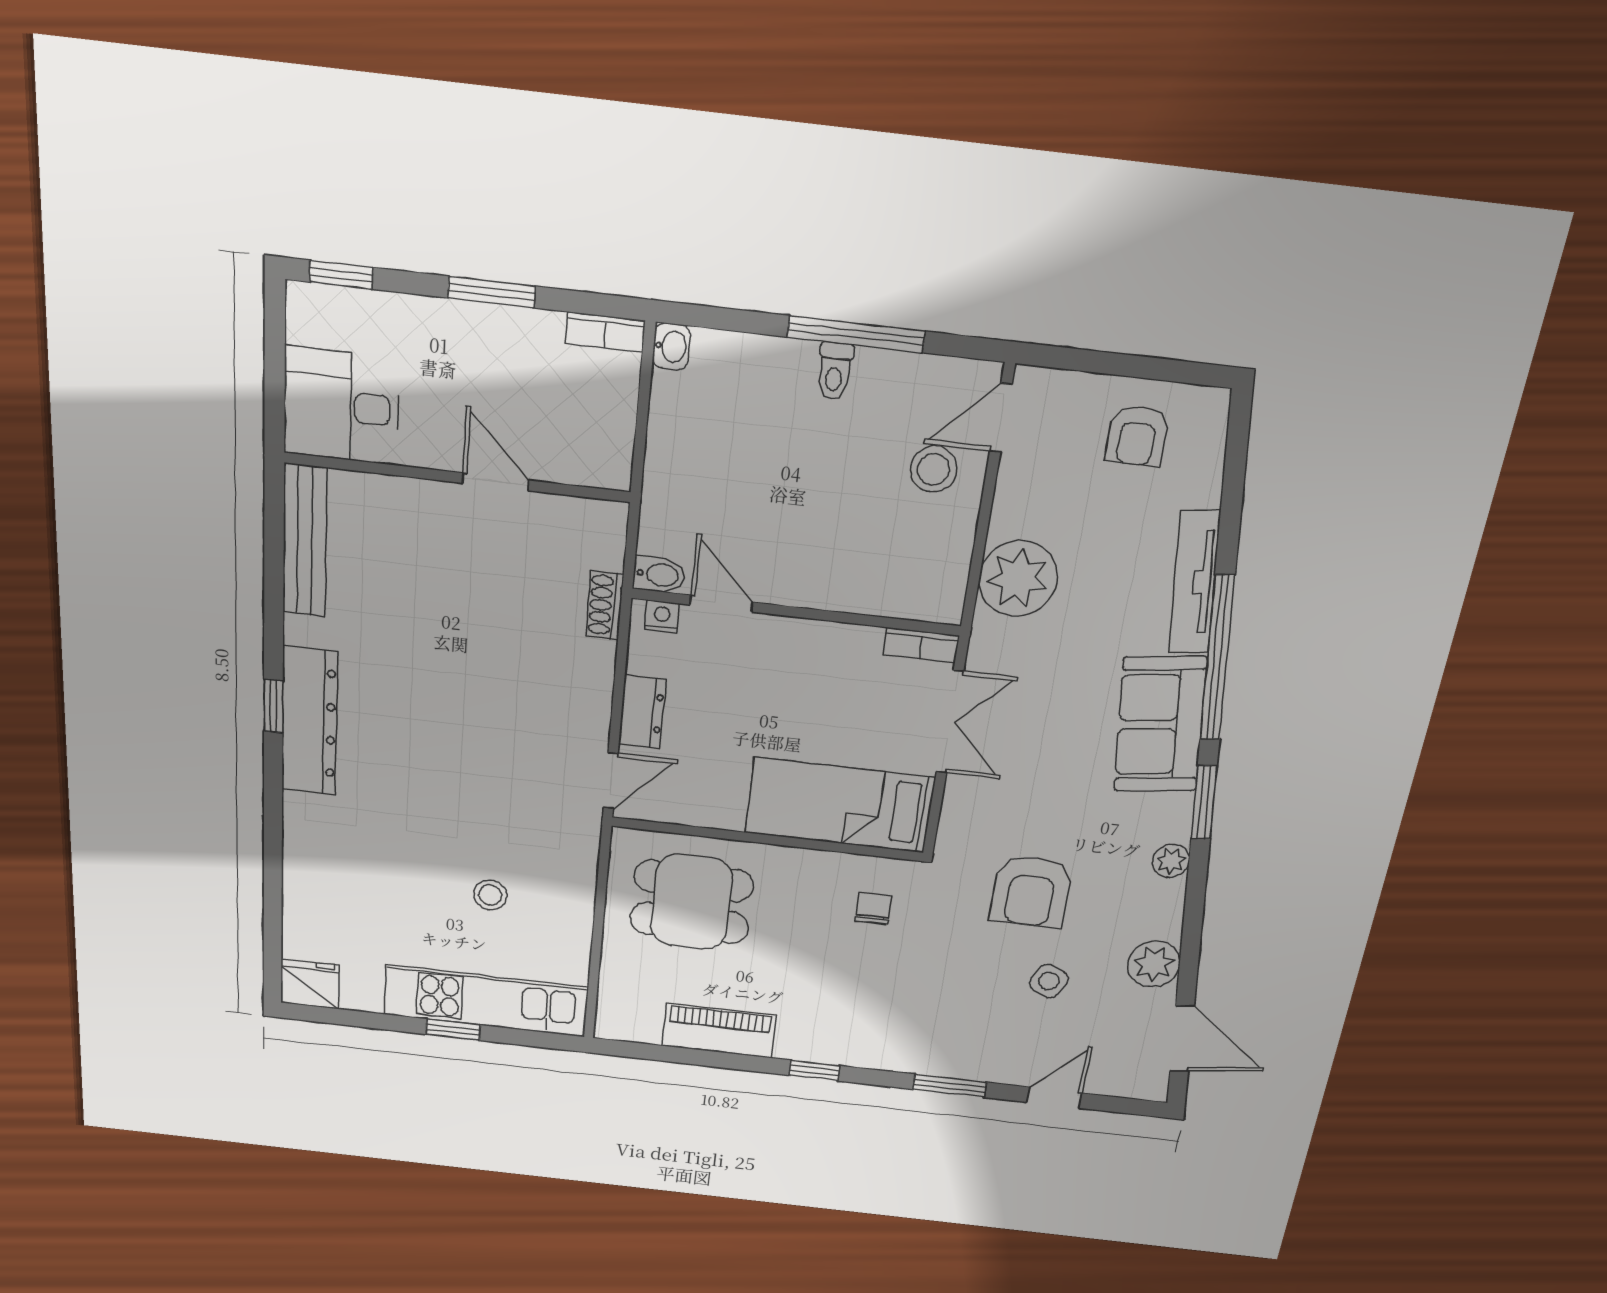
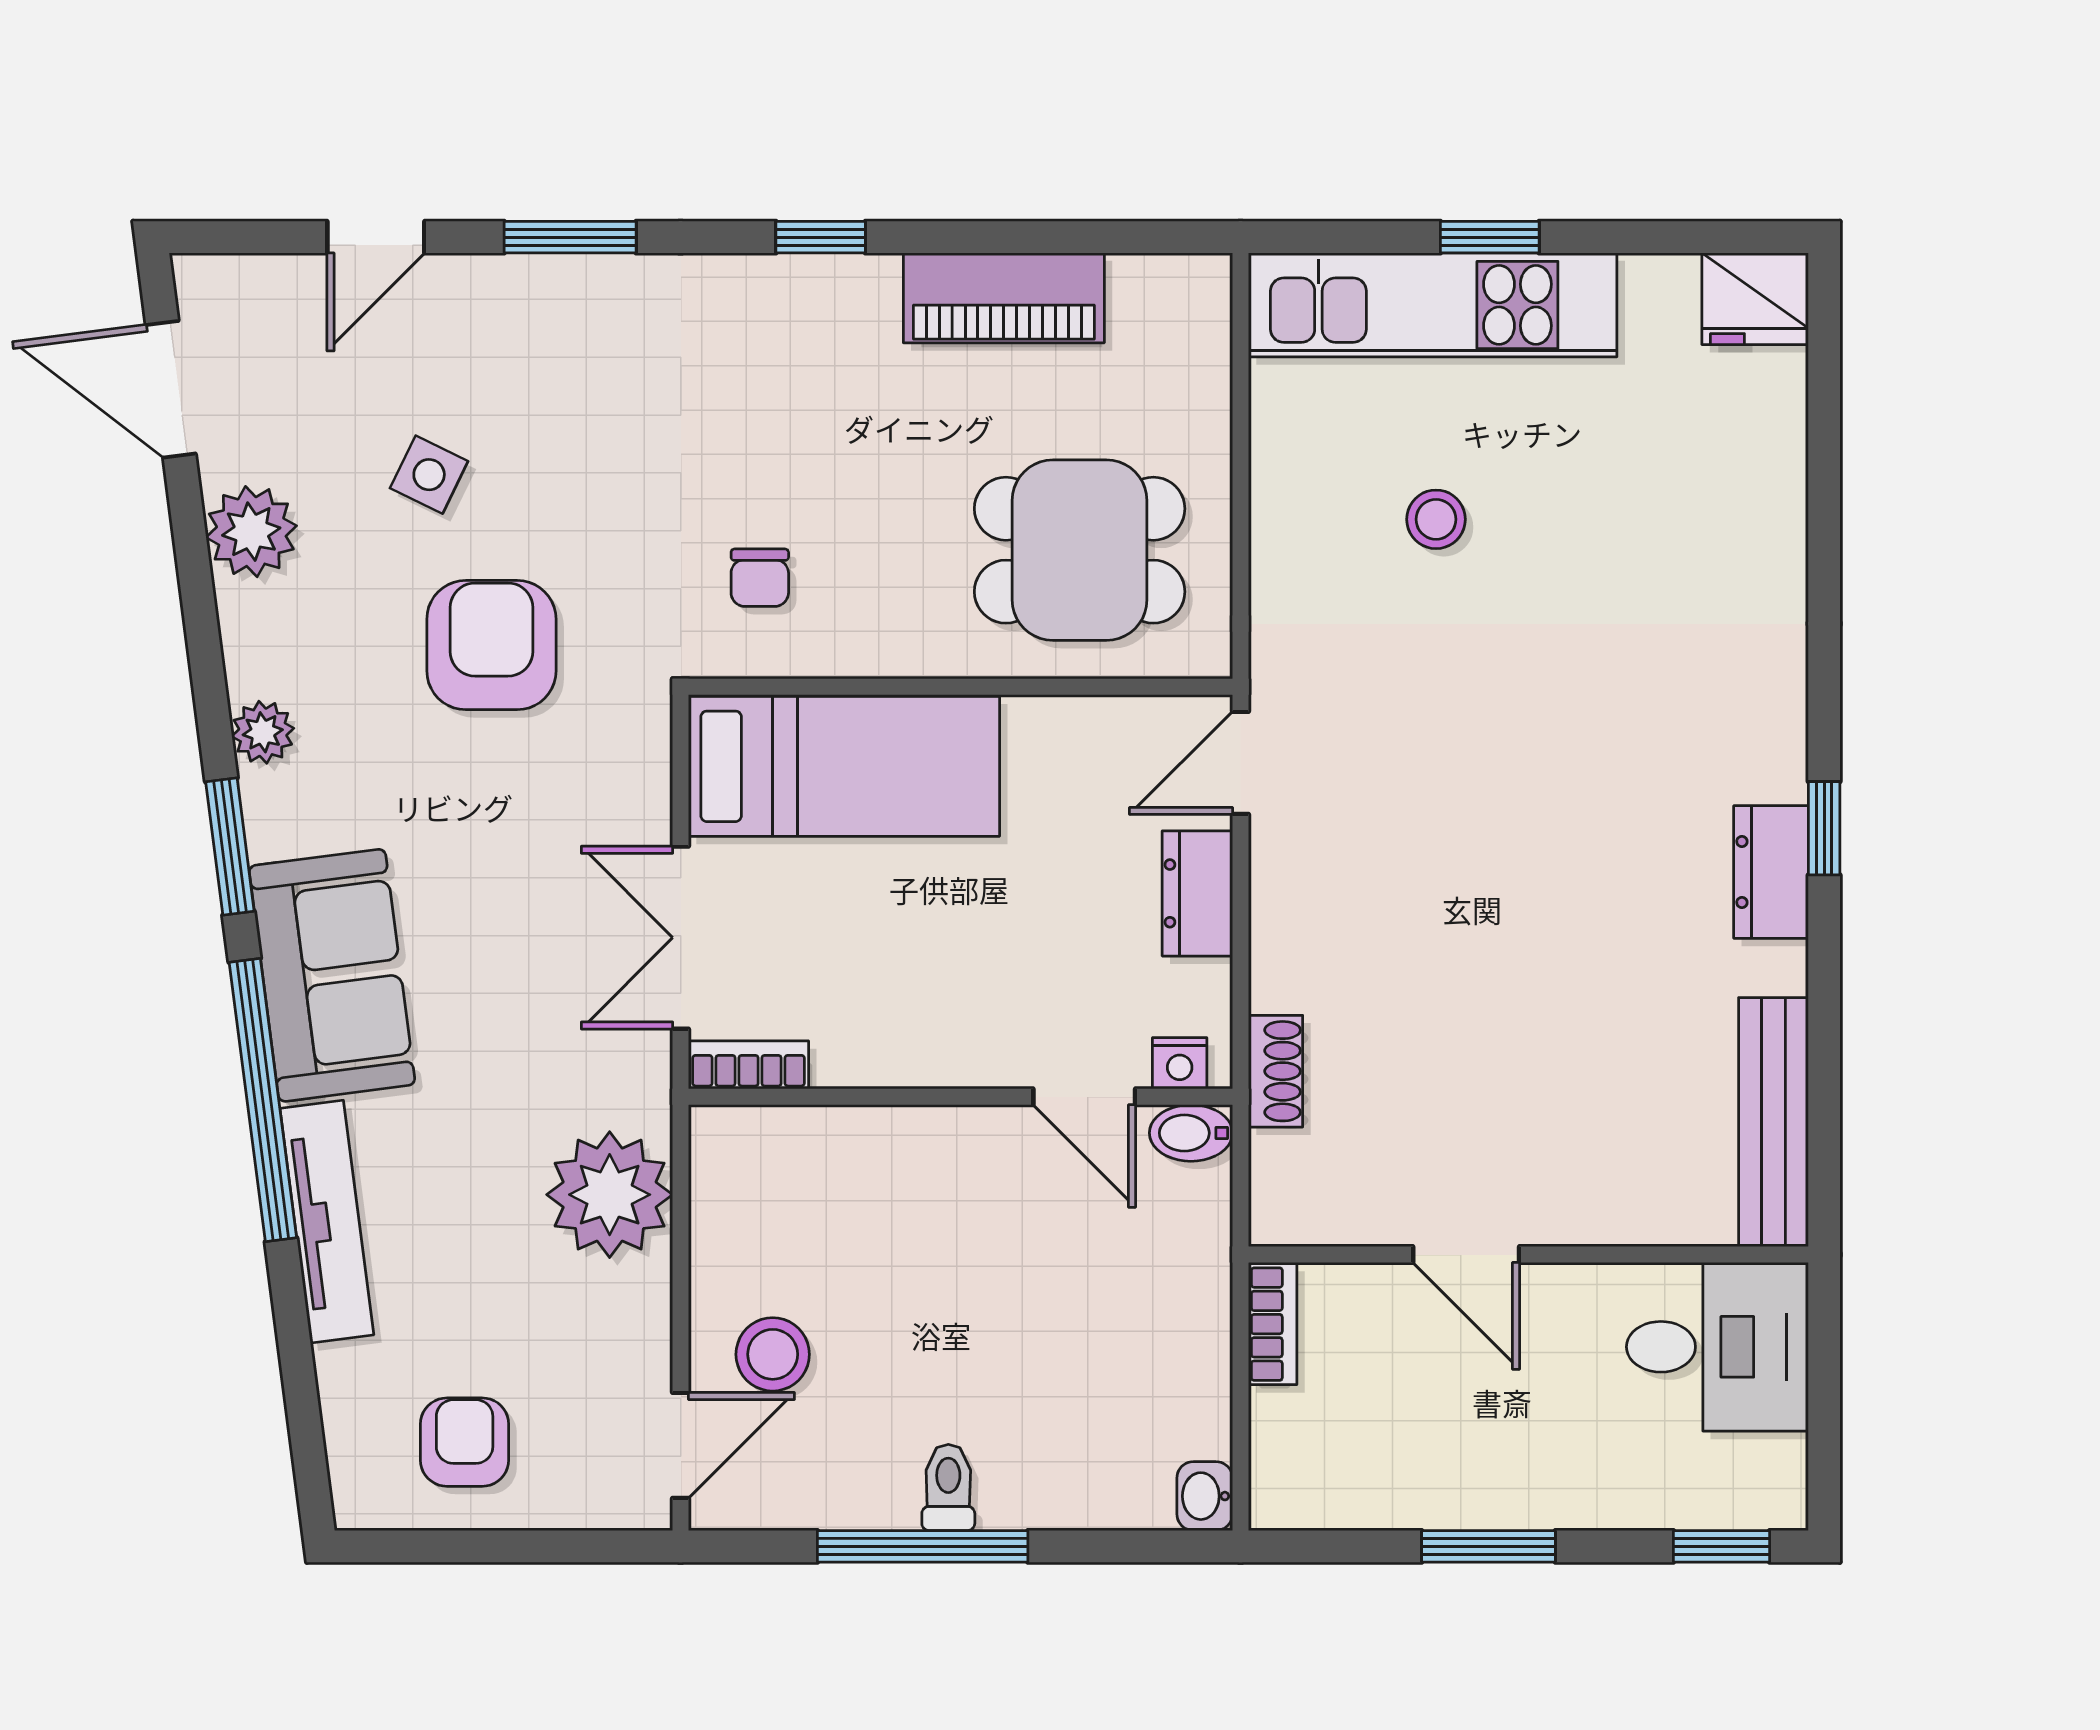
bookcase: (605, 332) -> (1273, 1324), moved, turned 90
dresser: (310, 721) -> (1771, 872), width x0.51, depth x0.80

